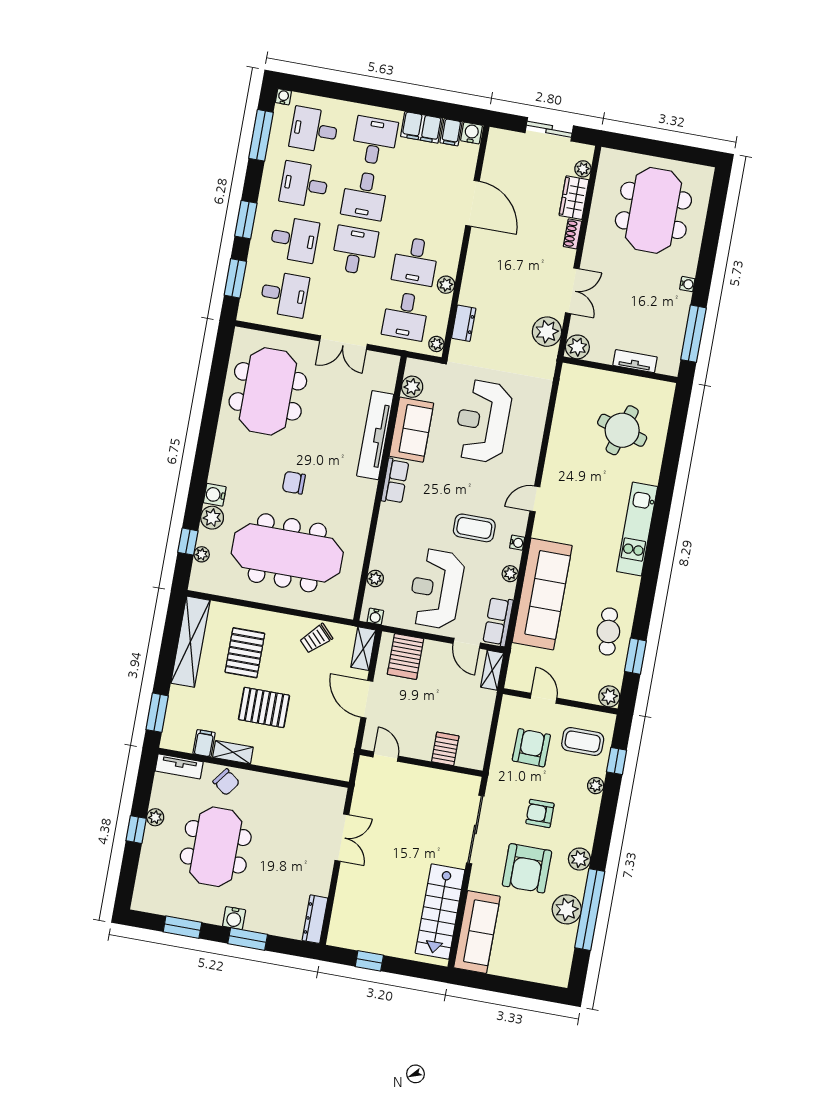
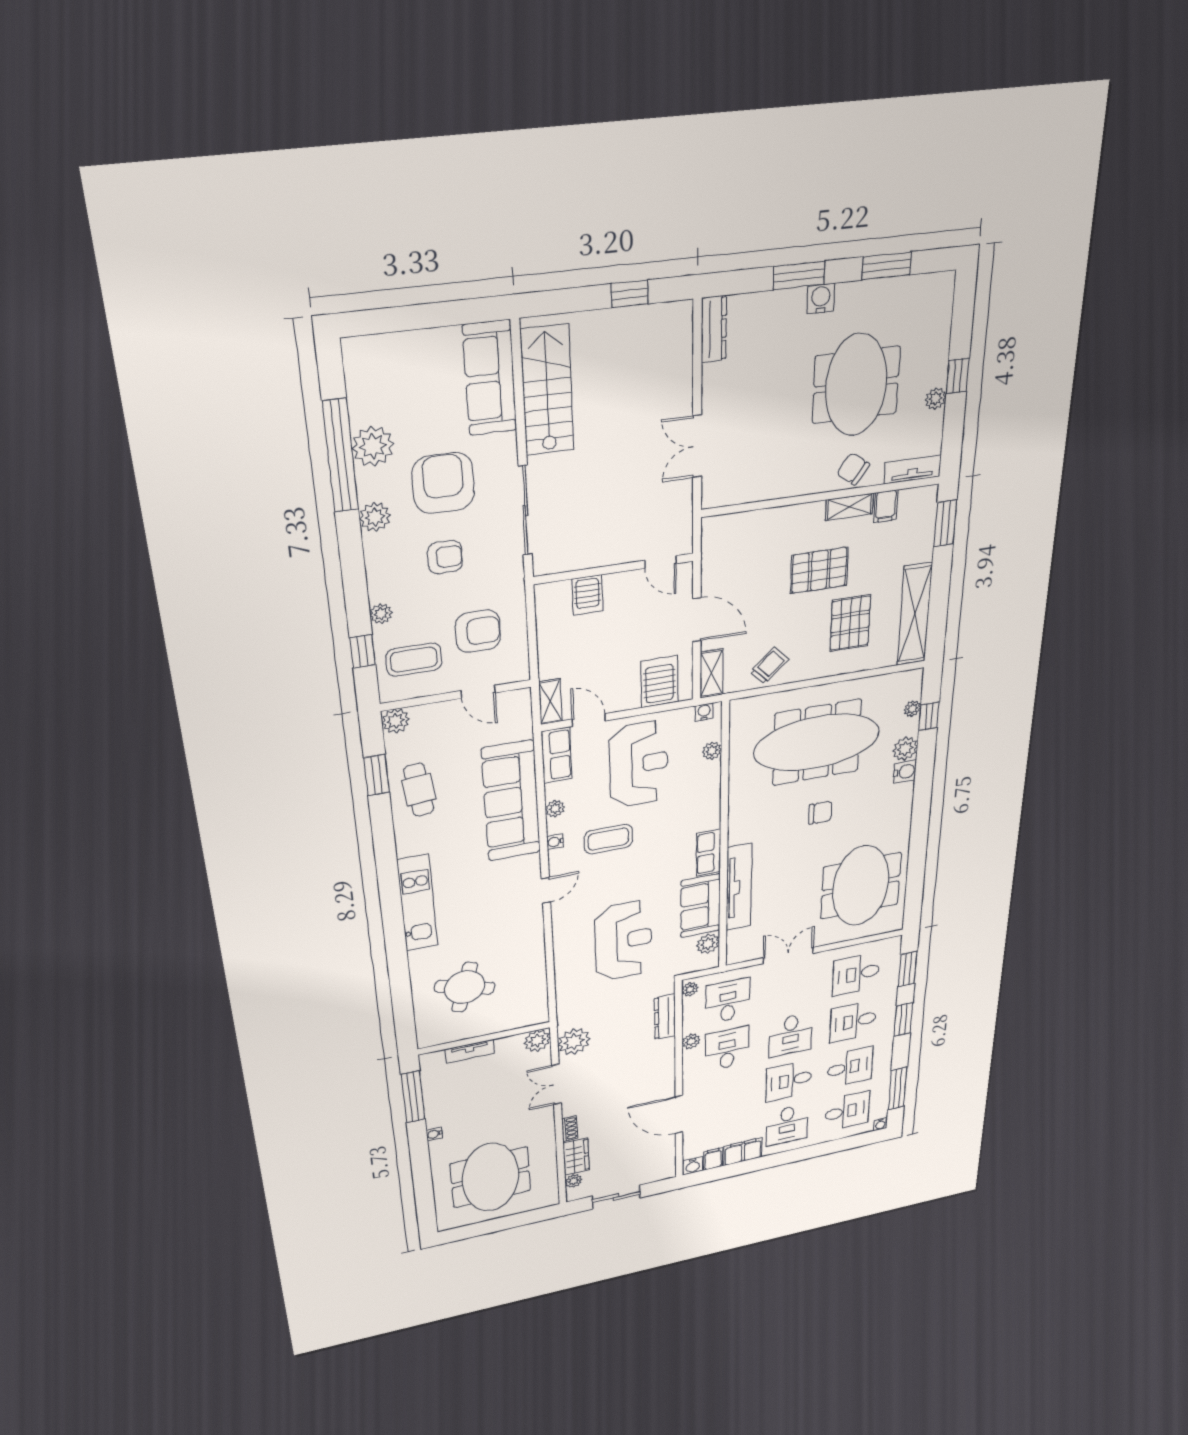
desk: (365, 196) -> (789, 1081), turned -90
dresser: (464, 323) -> (665, 1017), width x1.44
armchair: (531, 748) -> (478, 631), turned -91

